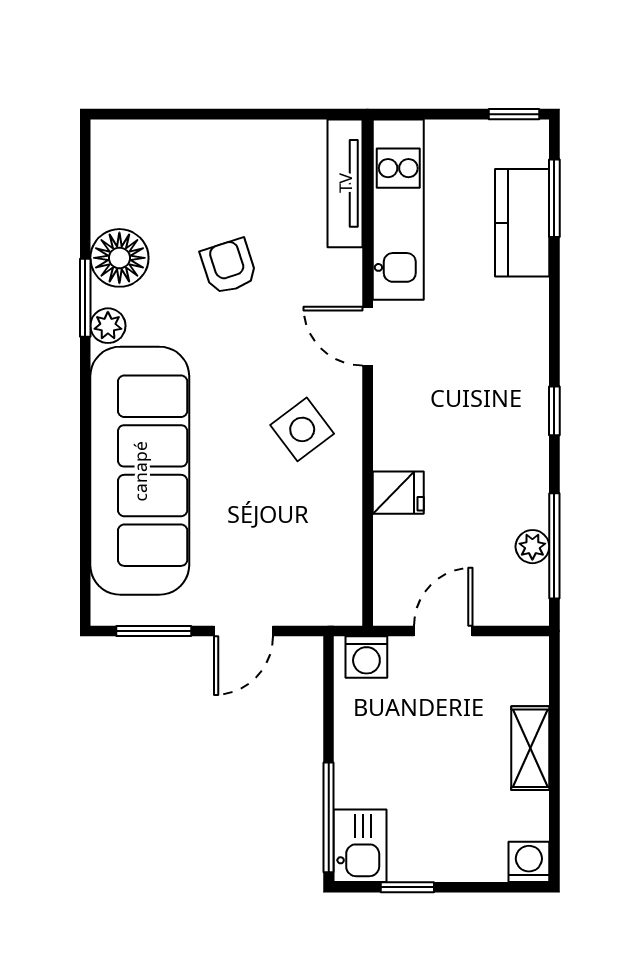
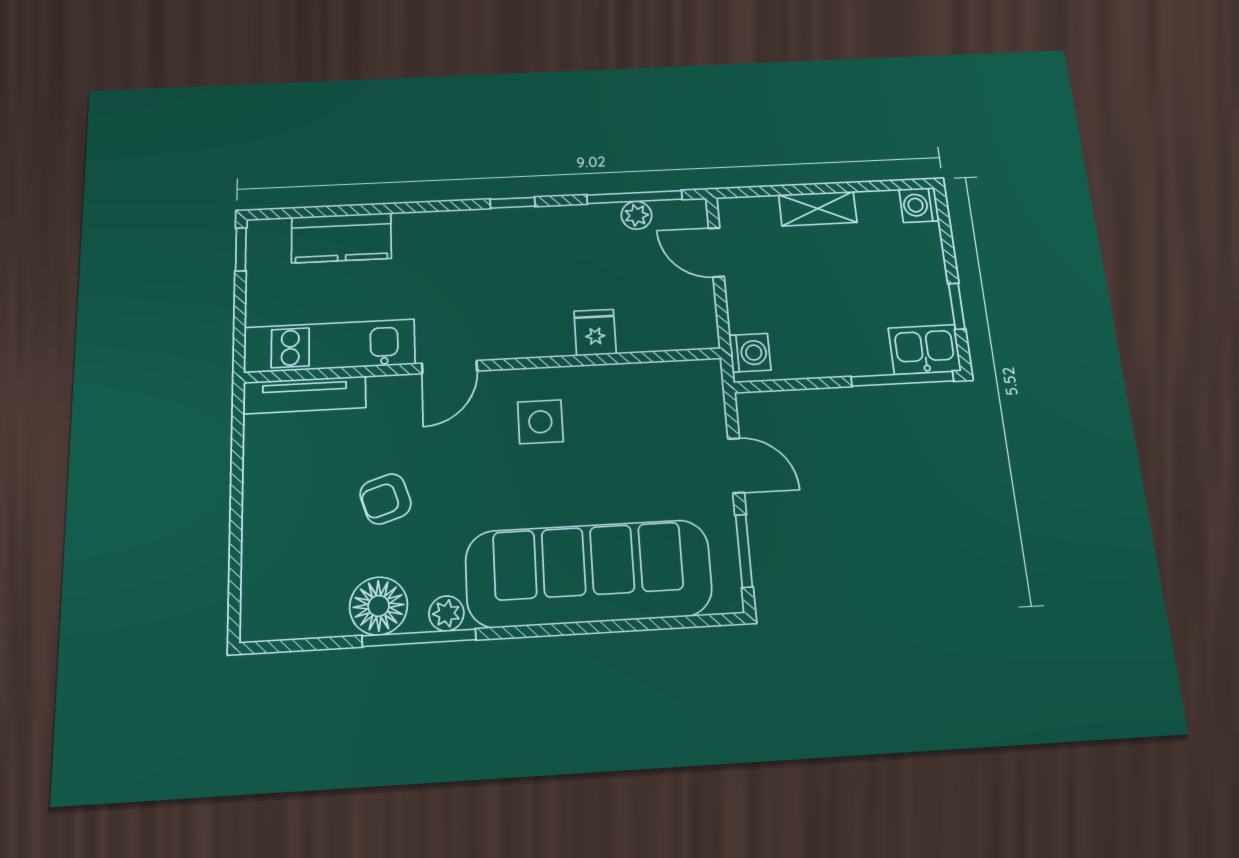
window: (554, 198) -> (319, 212), removed
window: (85, 298) -> (419, 638), width x1.44
side table: (302, 429) -> (540, 422), turned 37
door: (443, 631) -> (716, 252), moved

